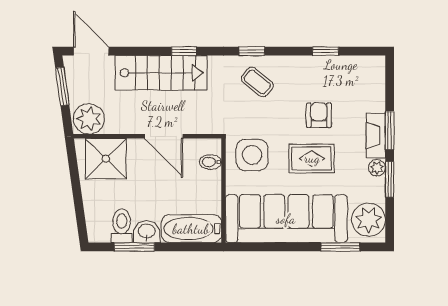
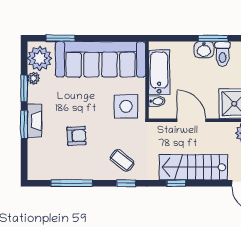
window: (326, 51) -> (72, 183), width x2.17
armchair: (319, 115) -> (76, 136), turned -93
rug: (312, 158) -> (82, 104), removed
plant: (377, 168) -> (33, 78), moved
bathtub: (191, 229) -> (159, 72), moved, turned -90

